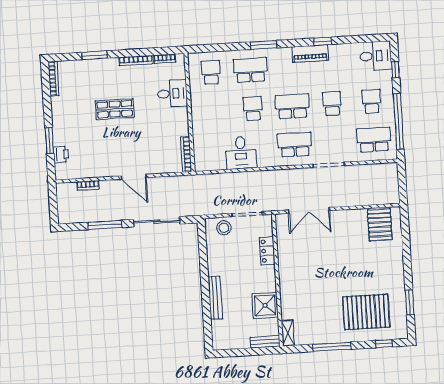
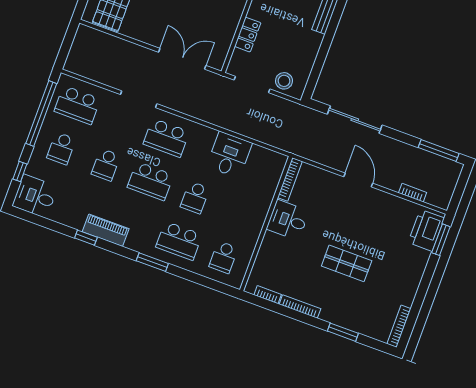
desk: (172, 94) -> (288, 220), moved
window: (49, 140) -> (441, 240), moved
printer: (61, 154) -> (426, 230), width x1.87, depth x1.48
window: (105, 225) -> (439, 151), moved

